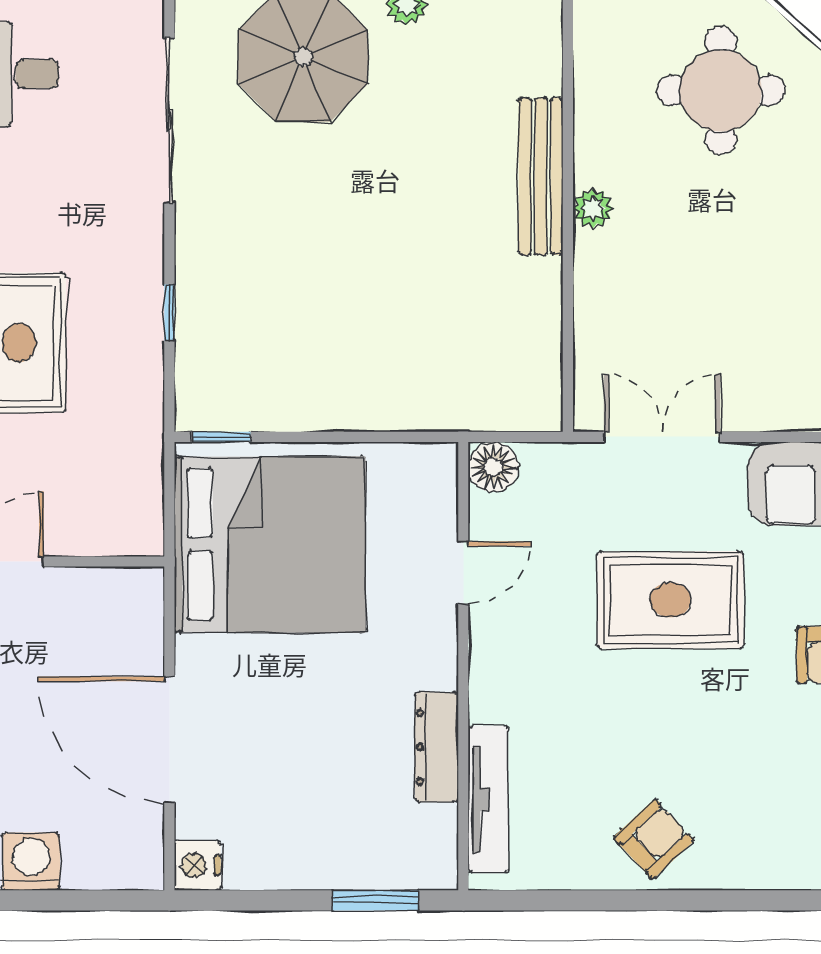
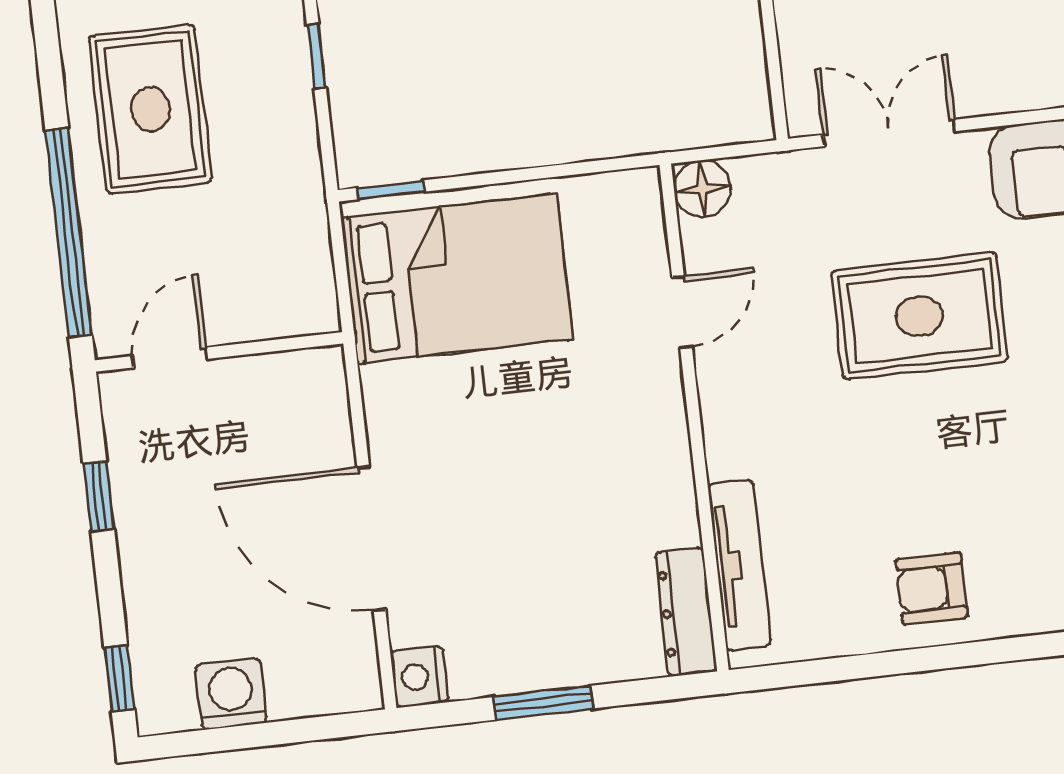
bed: (270, 544) -> (457, 279), width x0.73
dresser: (437, 747) -> (686, 612), moved
armchair: (654, 839) -> (932, 588), turned -137
window: (375, 900) -> (543, 703), moved

